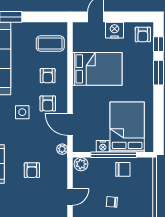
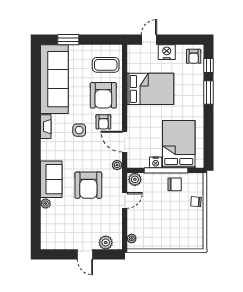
armchair: (48, 76) -> (103, 95), width x1.88, depth x1.88
armchair: (32, 170) -> (88, 185), width x1.88, depth x1.88
door: (70, 197) -> (125, 200), moved
chair: (112, 202) -> (196, 202), moved

